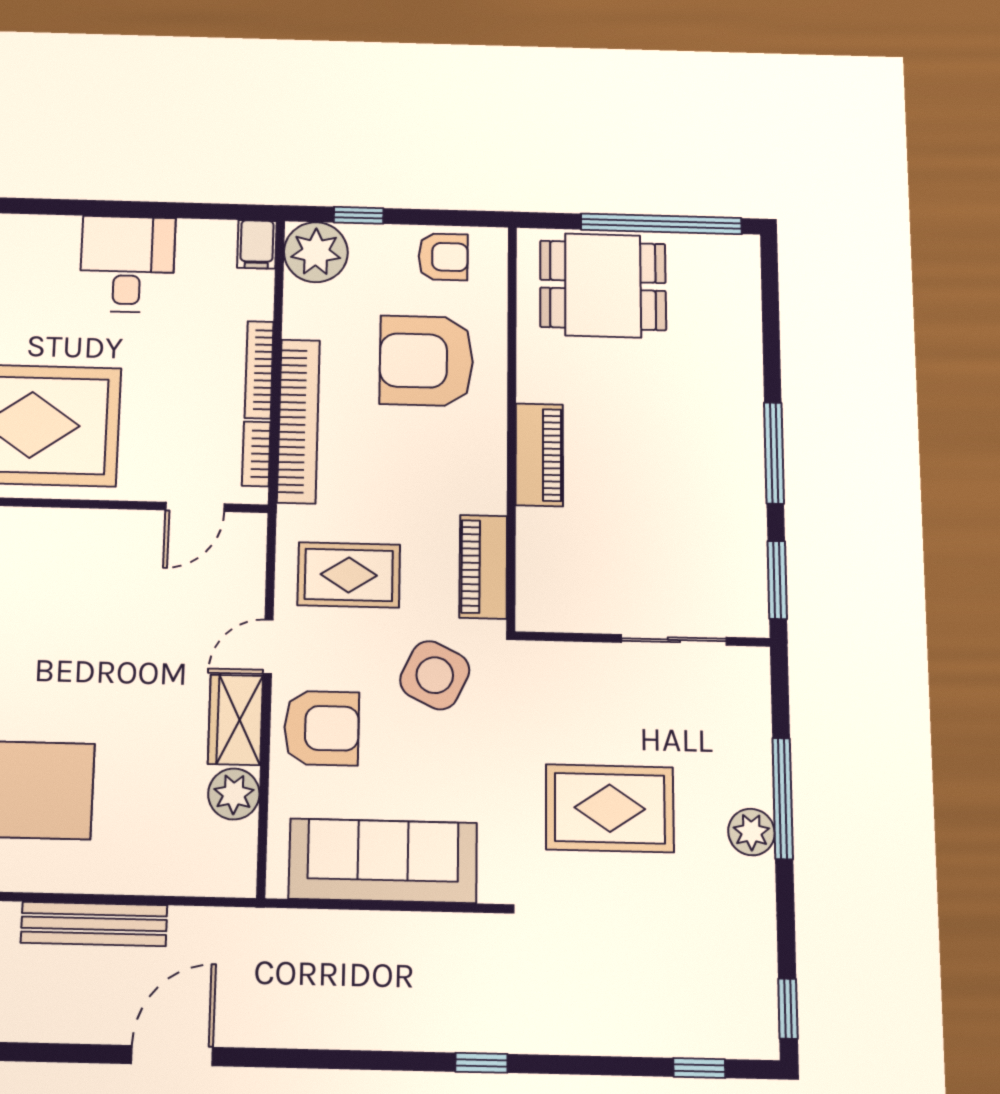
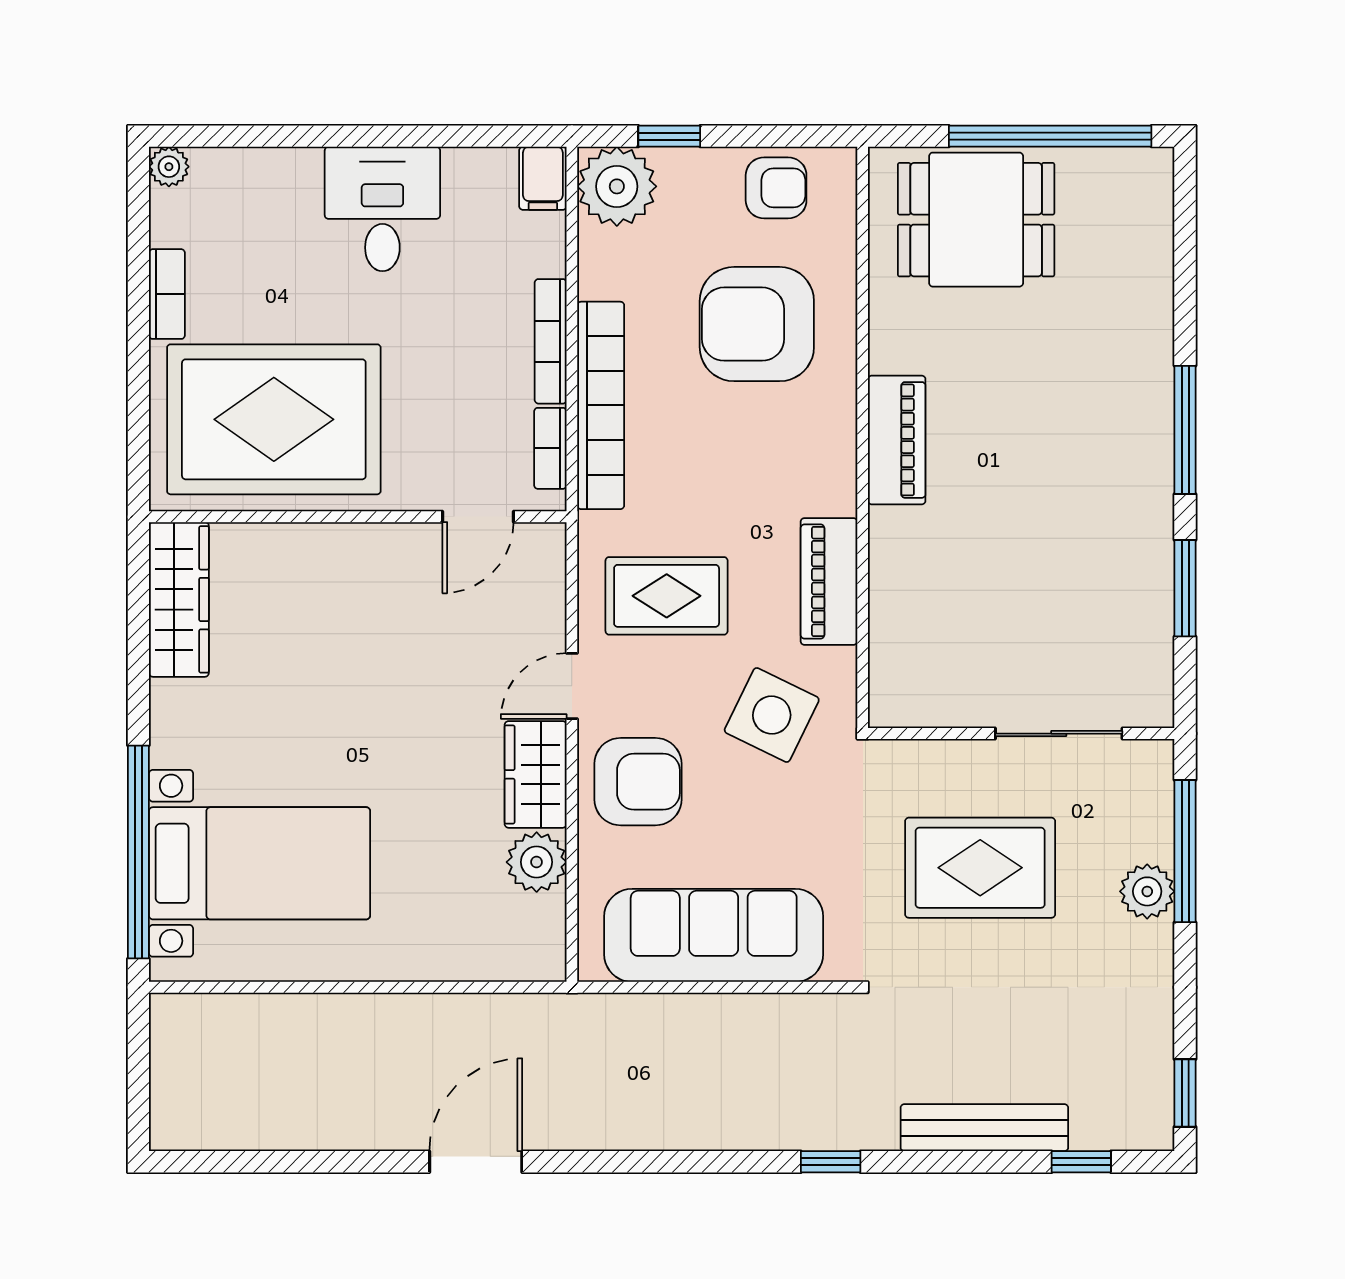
wall: (643, 639) -> (1021, 734), moved
sliding door: (674, 640) -> (1059, 734), moved
bench: (94, 924) -> (984, 1128), moved

